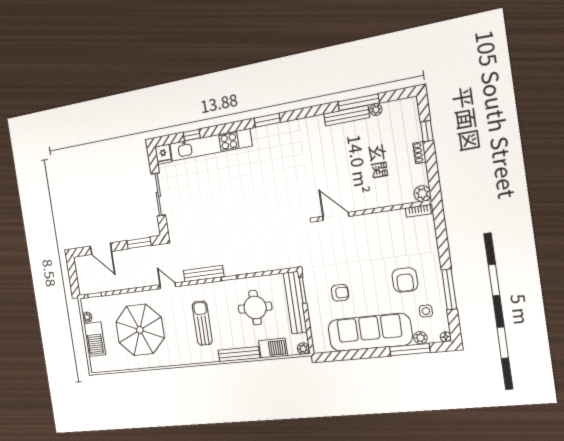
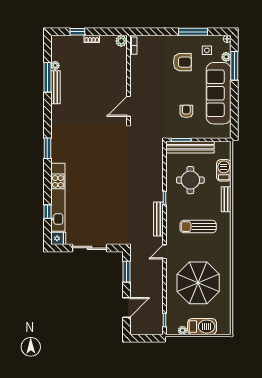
plant: (303, 349) -> (226, 146), removed
bench: (239, 354) -> (226, 199), width x0.73

